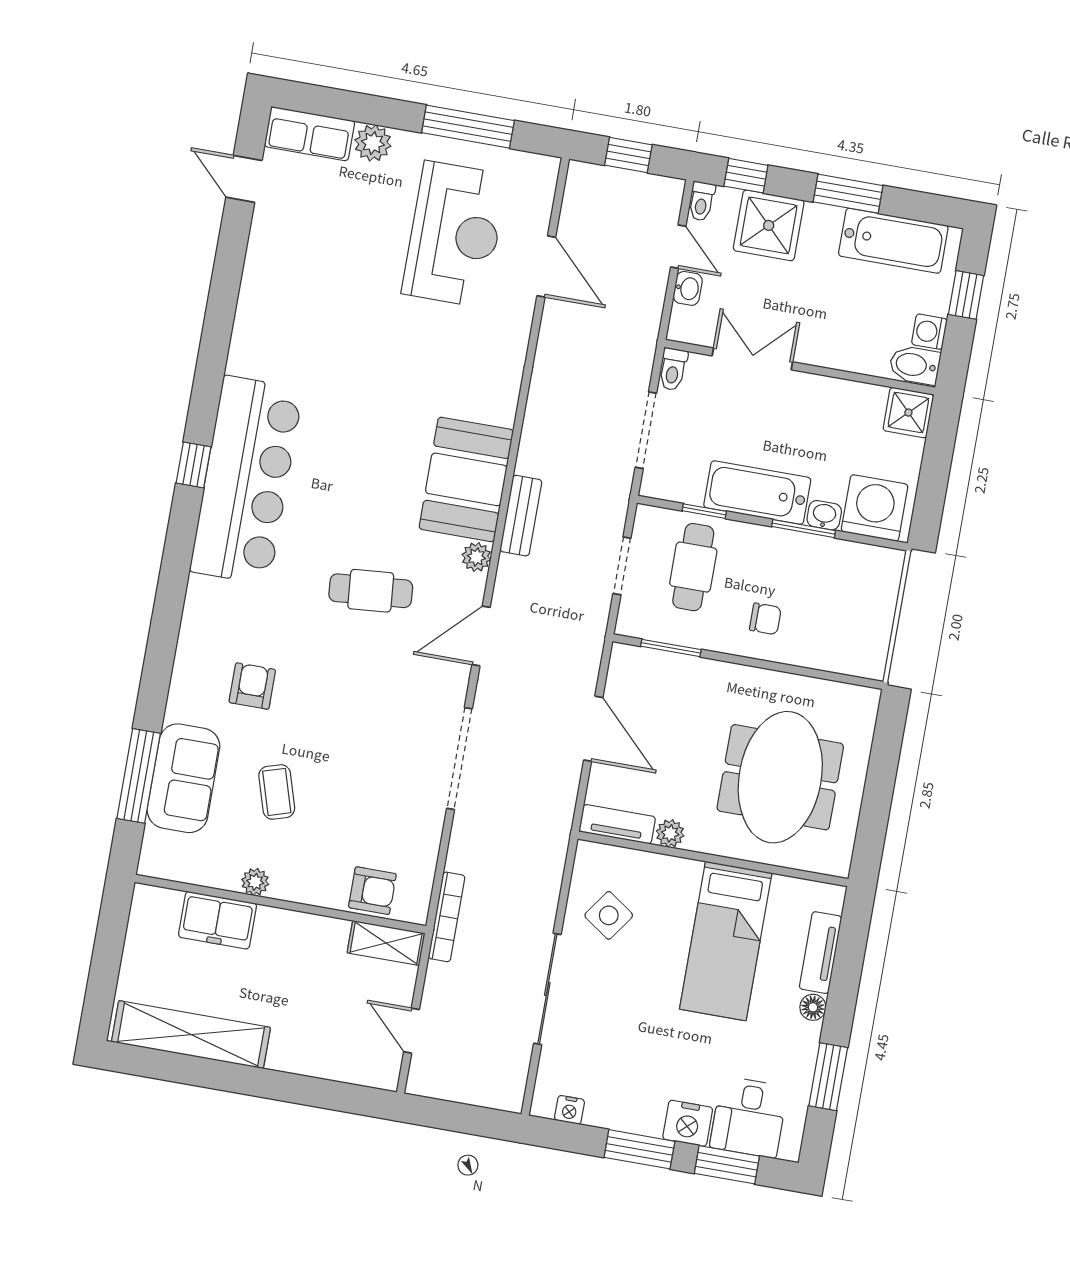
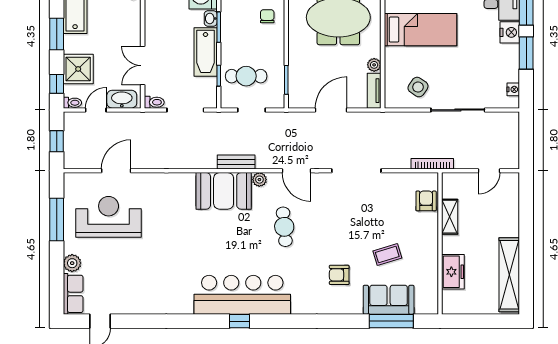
washbasin: (688, 288) -> (122, 99), width x1.91, depth x1.45
chair: (765, 619) -> (267, 16), moved
plant: (255, 882) -> (432, 257), removed
shelving: (386, 943) -> (450, 217), moved

